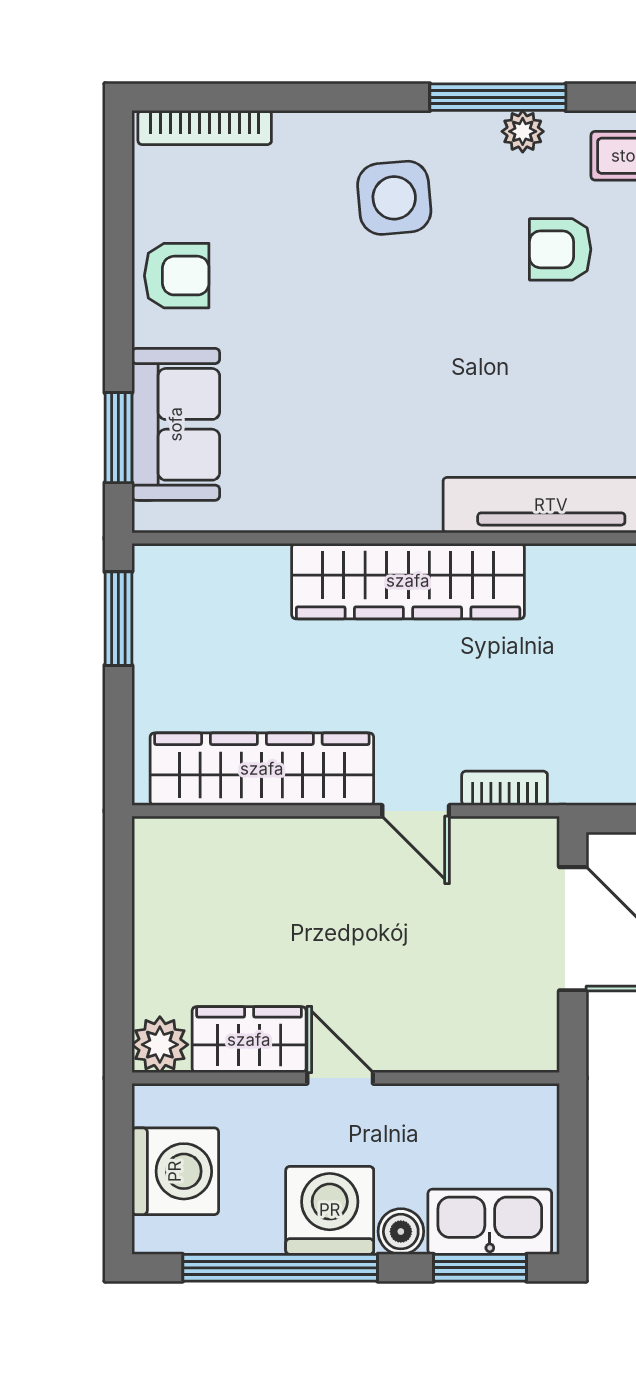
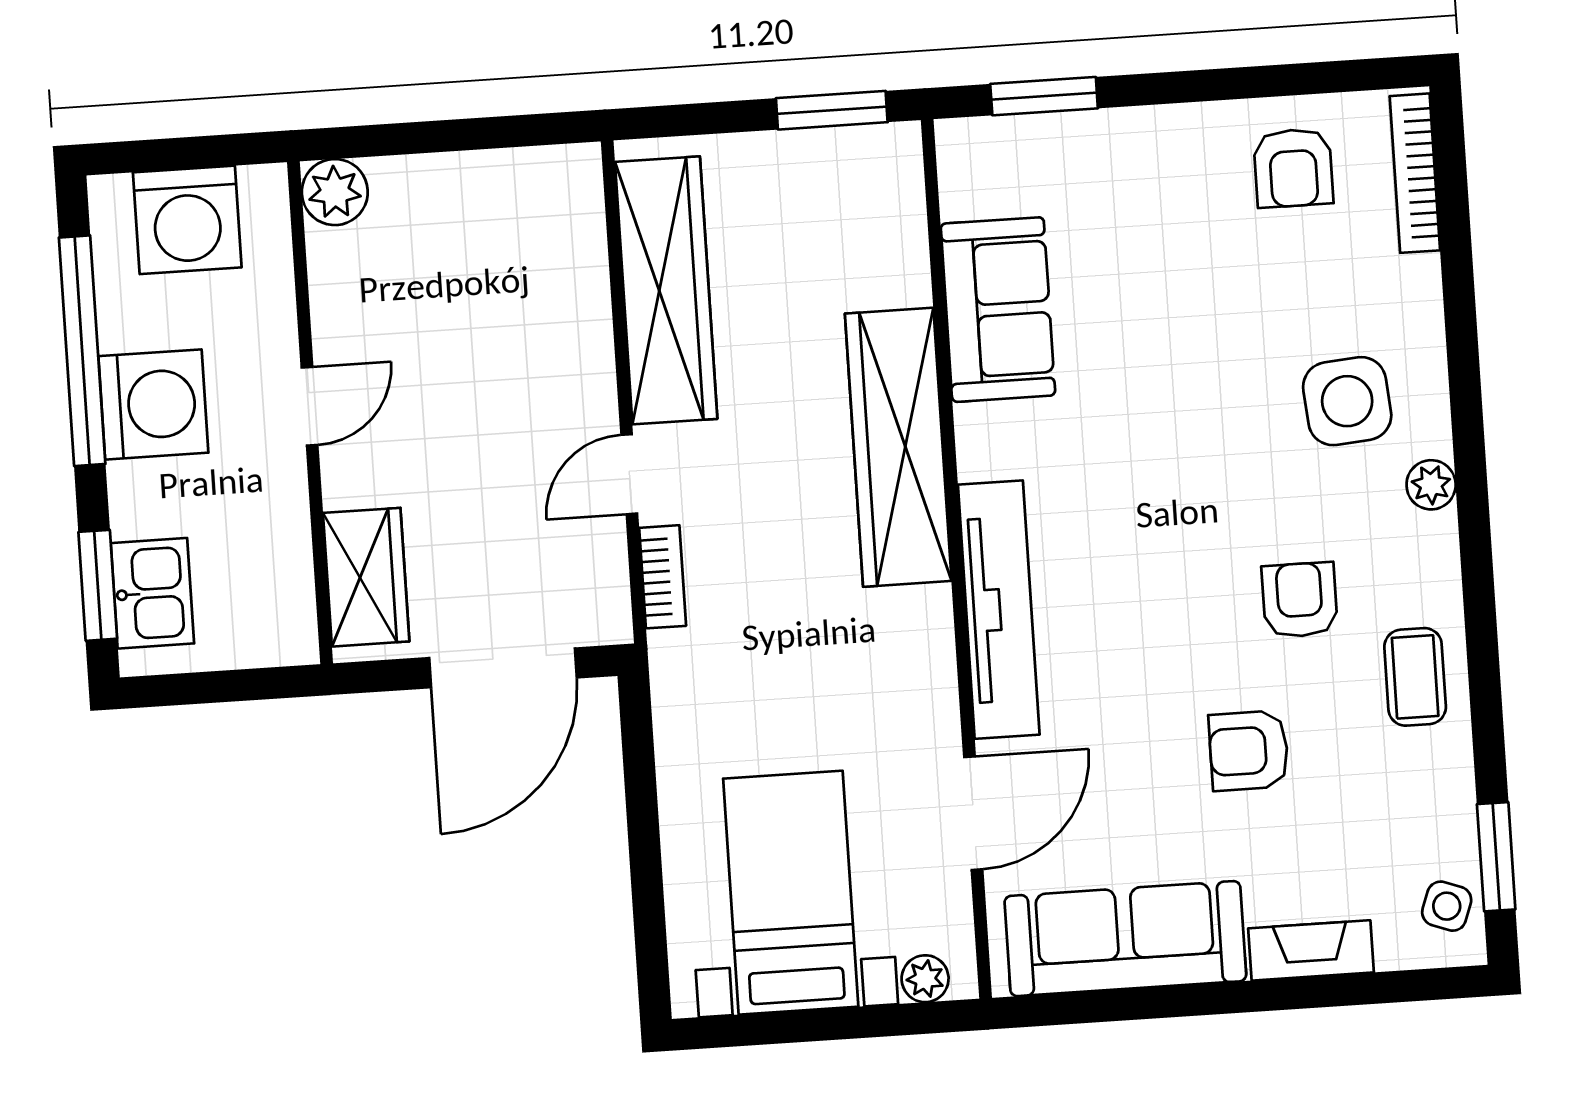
window: (498, 97) -> (1473, 515), removed
plant: (523, 131) -> (1431, 485), moved
armchair: (177, 276) -> (1293, 168), moved
sofa: (176, 424) -> (998, 310), moved, turned -90
wardrobe: (249, 1040) -> (366, 577), moved
kitchen sink: (490, 1222) -> (152, 593), width x0.73
boiler: (401, 1232) -> (134, 490), removed

